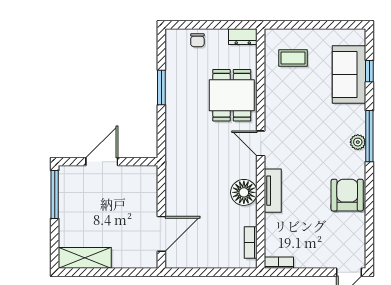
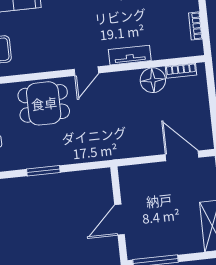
door: (102, 162) -> (120, 220), hinge flipped
floor lamp: (244, 192) -> (153, 80), moved
bookcase: (279, 263) -> (195, 26), moved

